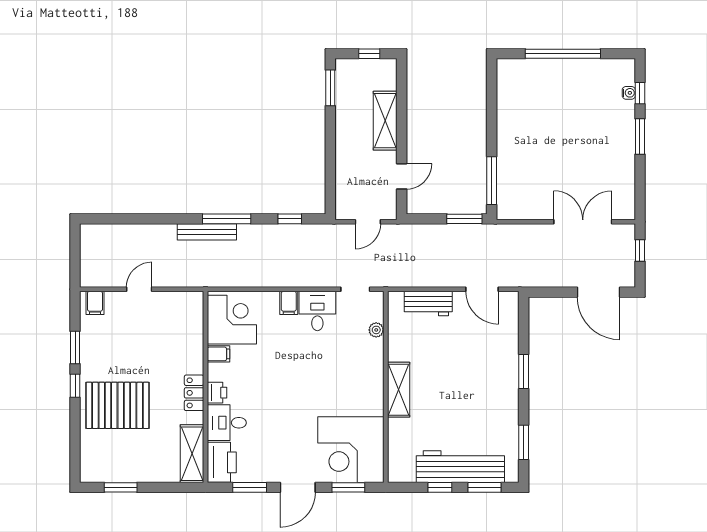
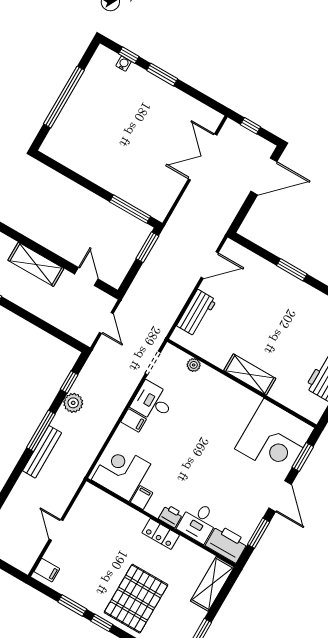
plant: (272, 235) -> (73, 403), added
shelving: (192, 454) -> (212, 584), moved, turned 90

